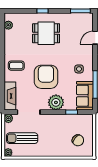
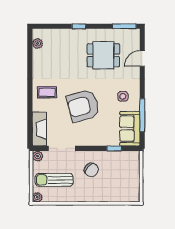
dining table: (46, 33) -> (103, 55), moved
armchair: (46, 77) -> (83, 106), turned -105
plant: (56, 102) -> (95, 137), removed
chair: (78, 140) -> (91, 170), moved

